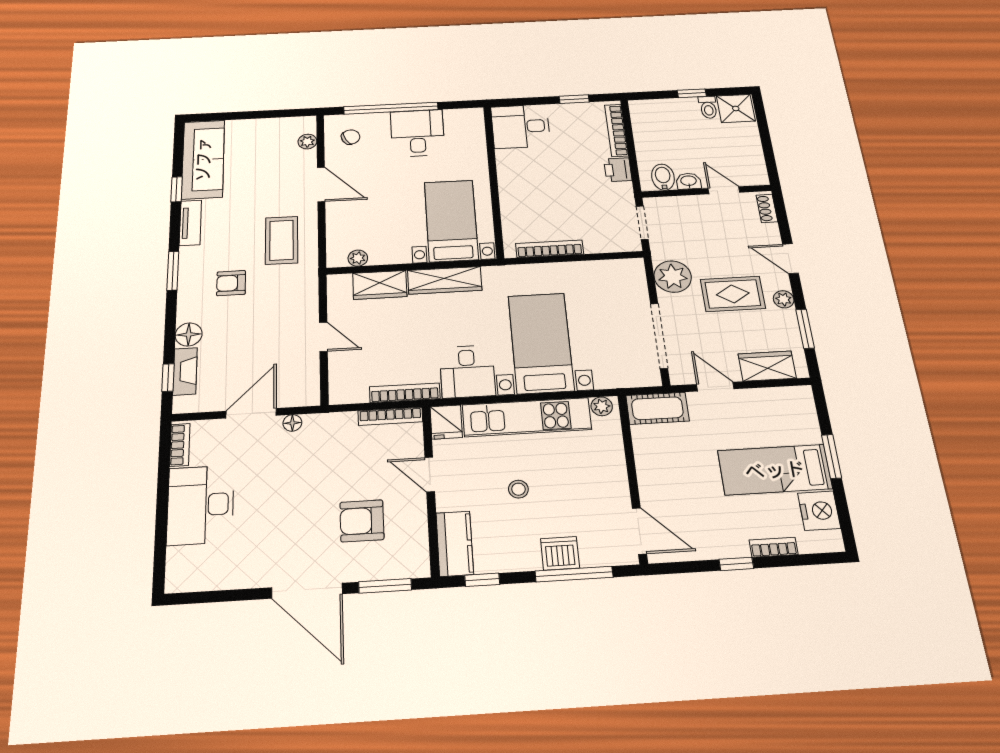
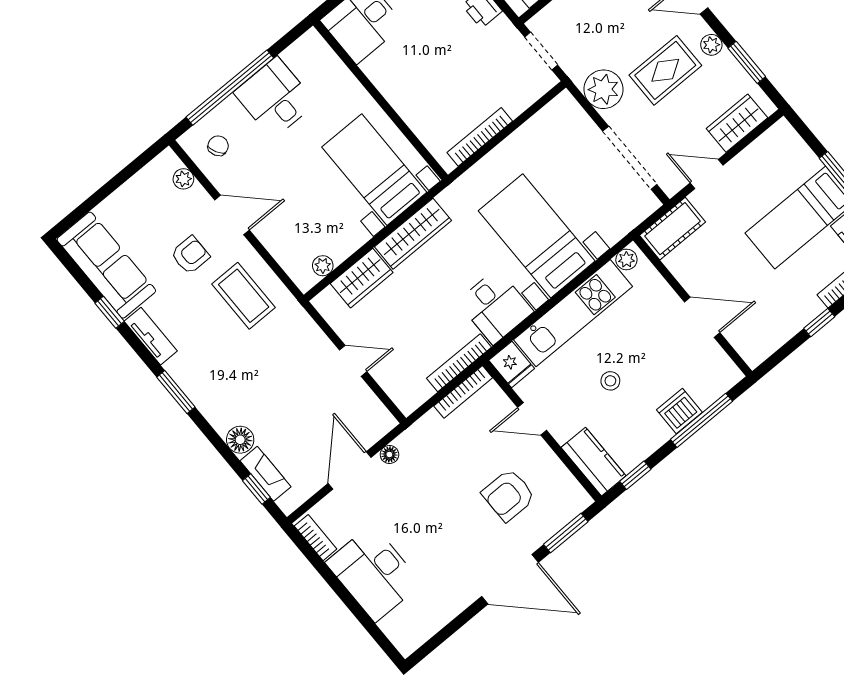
armchair: (231, 283) -> (190, 255), moved, turned 180
door: (639, 531) -> (702, 317), moved

